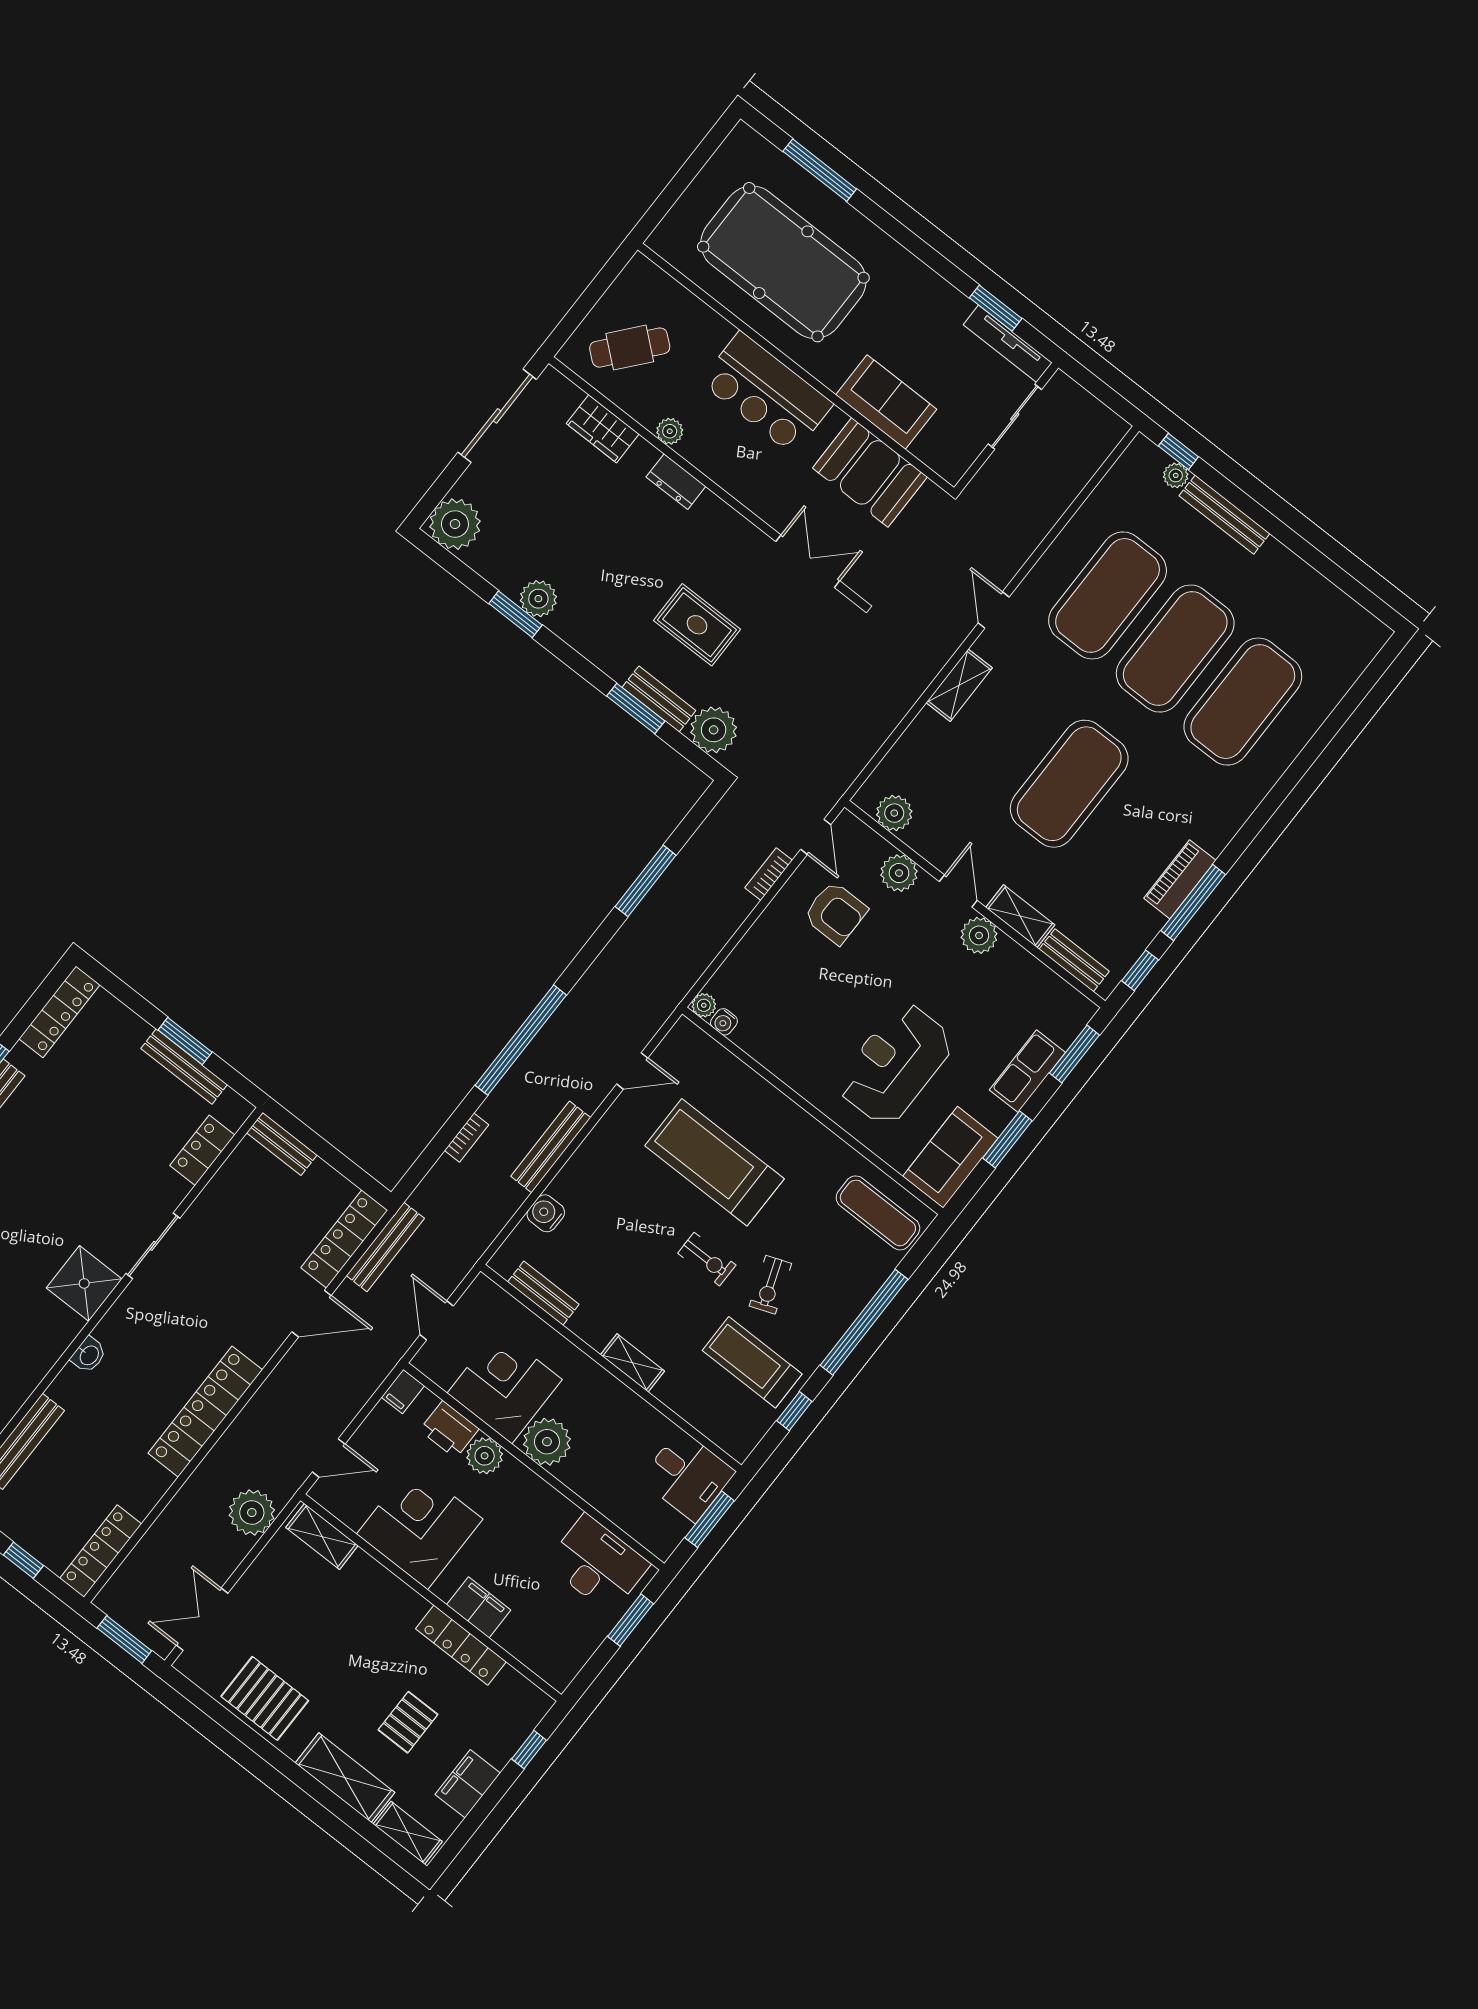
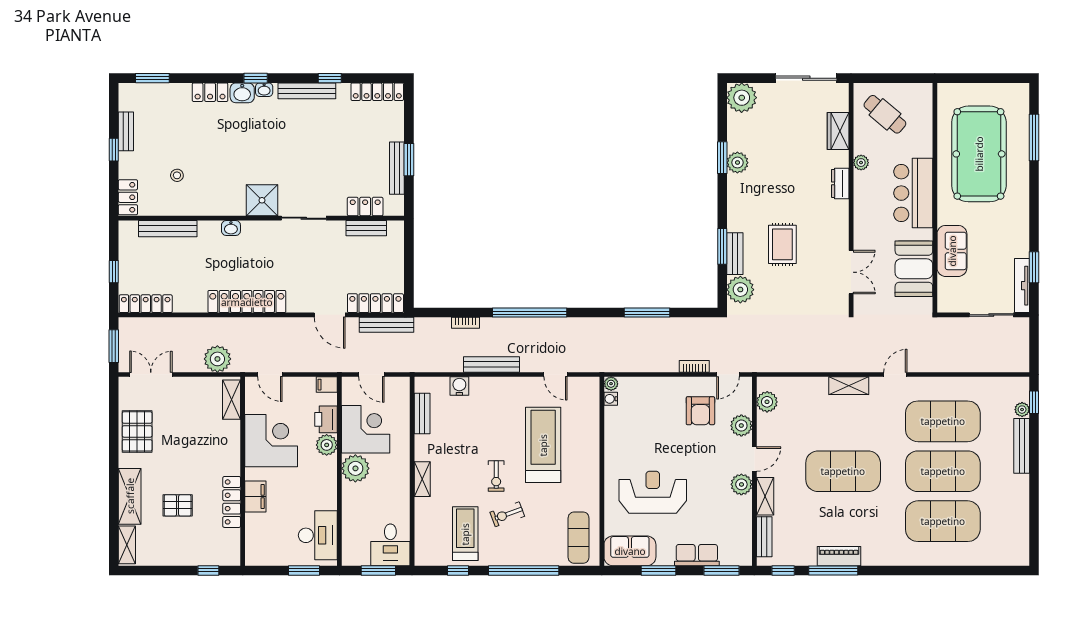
bench: (282, 1144) -> (366, 228), moved, turned 90
door: (437, 1320) -> (371, 375), swing flipped
filing cabinet: (468, 1784) -> (171, 555), removed

